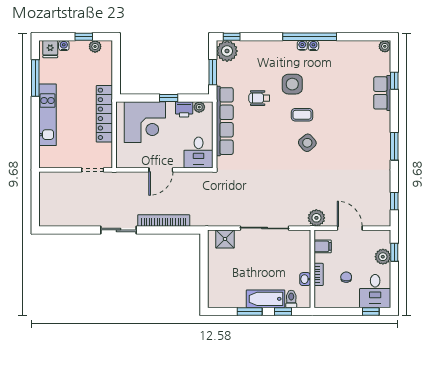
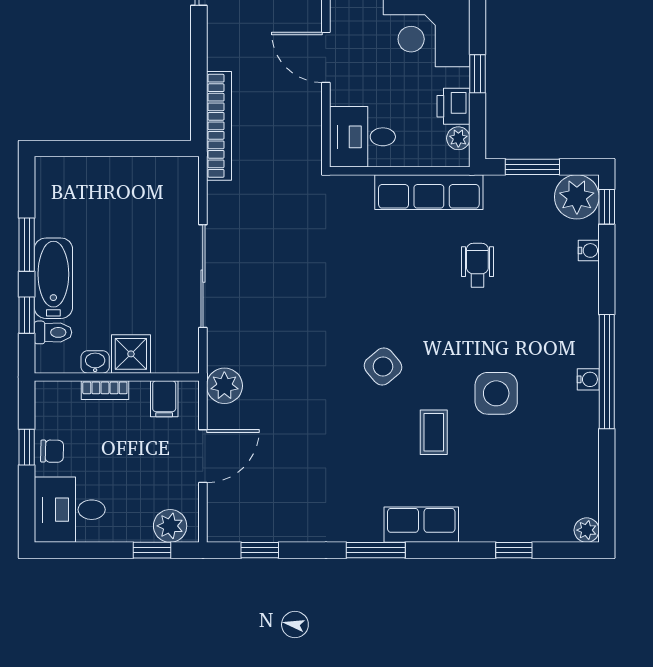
water cooler: (302, 45) -> (589, 250), moved
side table: (292, 84) -> (496, 393), moved
row of seats: (382, 93) -> (421, 525), moved
coffee table: (302, 115) -> (434, 432), moved
row of seats: (225, 121) -> (429, 192), width x0.73
bookcase: (164, 220) -> (219, 126), moved
shower: (225, 239) -> (131, 354), moved
plant: (383, 257) -> (170, 526), moved
chair: (346, 277) -> (52, 451), moved
window: (371, 311) -> (27, 447), moved

